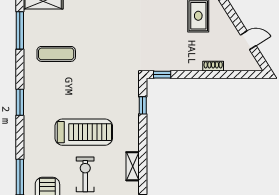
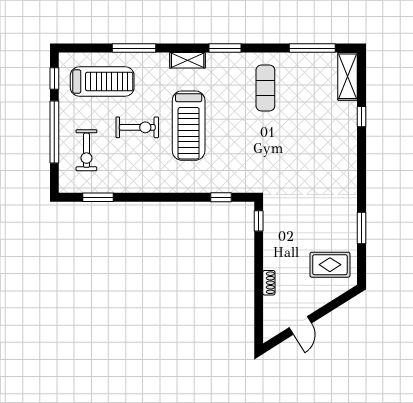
exercise mat: (56, 54) -> (265, 88), moved
shelving: (133, 166) -> (188, 60), moved

